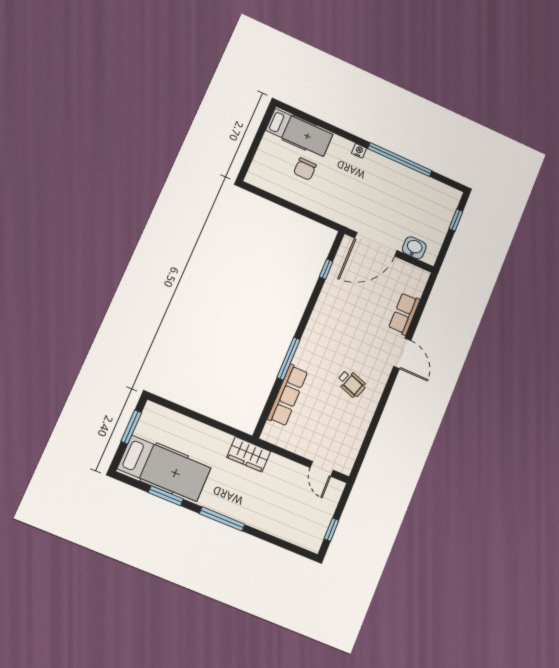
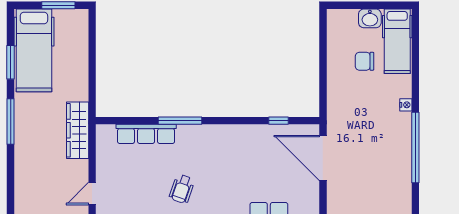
washbasin: (414, 248) -> (370, 18), moved, turned 90
wardrobe: (249, 454) -> (78, 130), width x1.50

